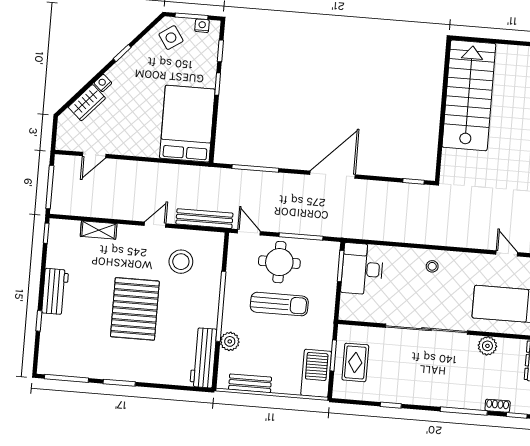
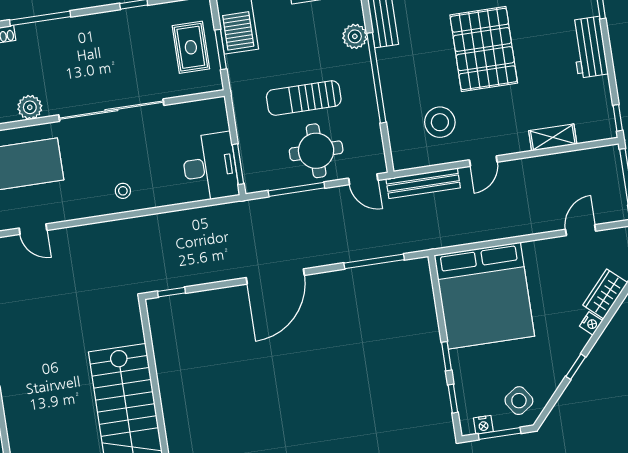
bed: (187, 124) -> (484, 296), width x1.36

